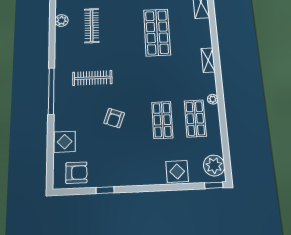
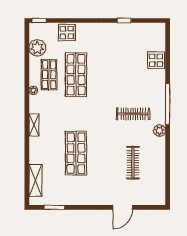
plant: (61, 21) -> (160, 131), moved
armchair: (114, 118) -> (115, 78), removed
shop shelf: (162, 120) -> (76, 75), width x1.43, depth x1.36
plant: (214, 165) -> (37, 48), moved
armchair: (76, 173) -> (146, 35), removed

